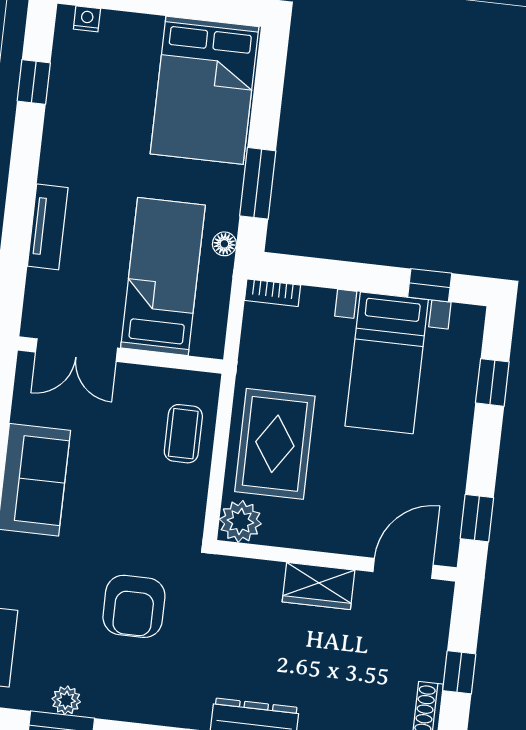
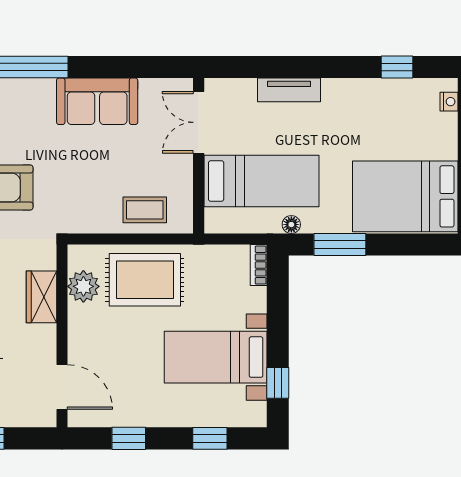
window: (477, 518) -> (129, 438), moved
plant: (240, 521) -> (83, 286), moved
wardrobe: (319, 586) -> (41, 297), moved

